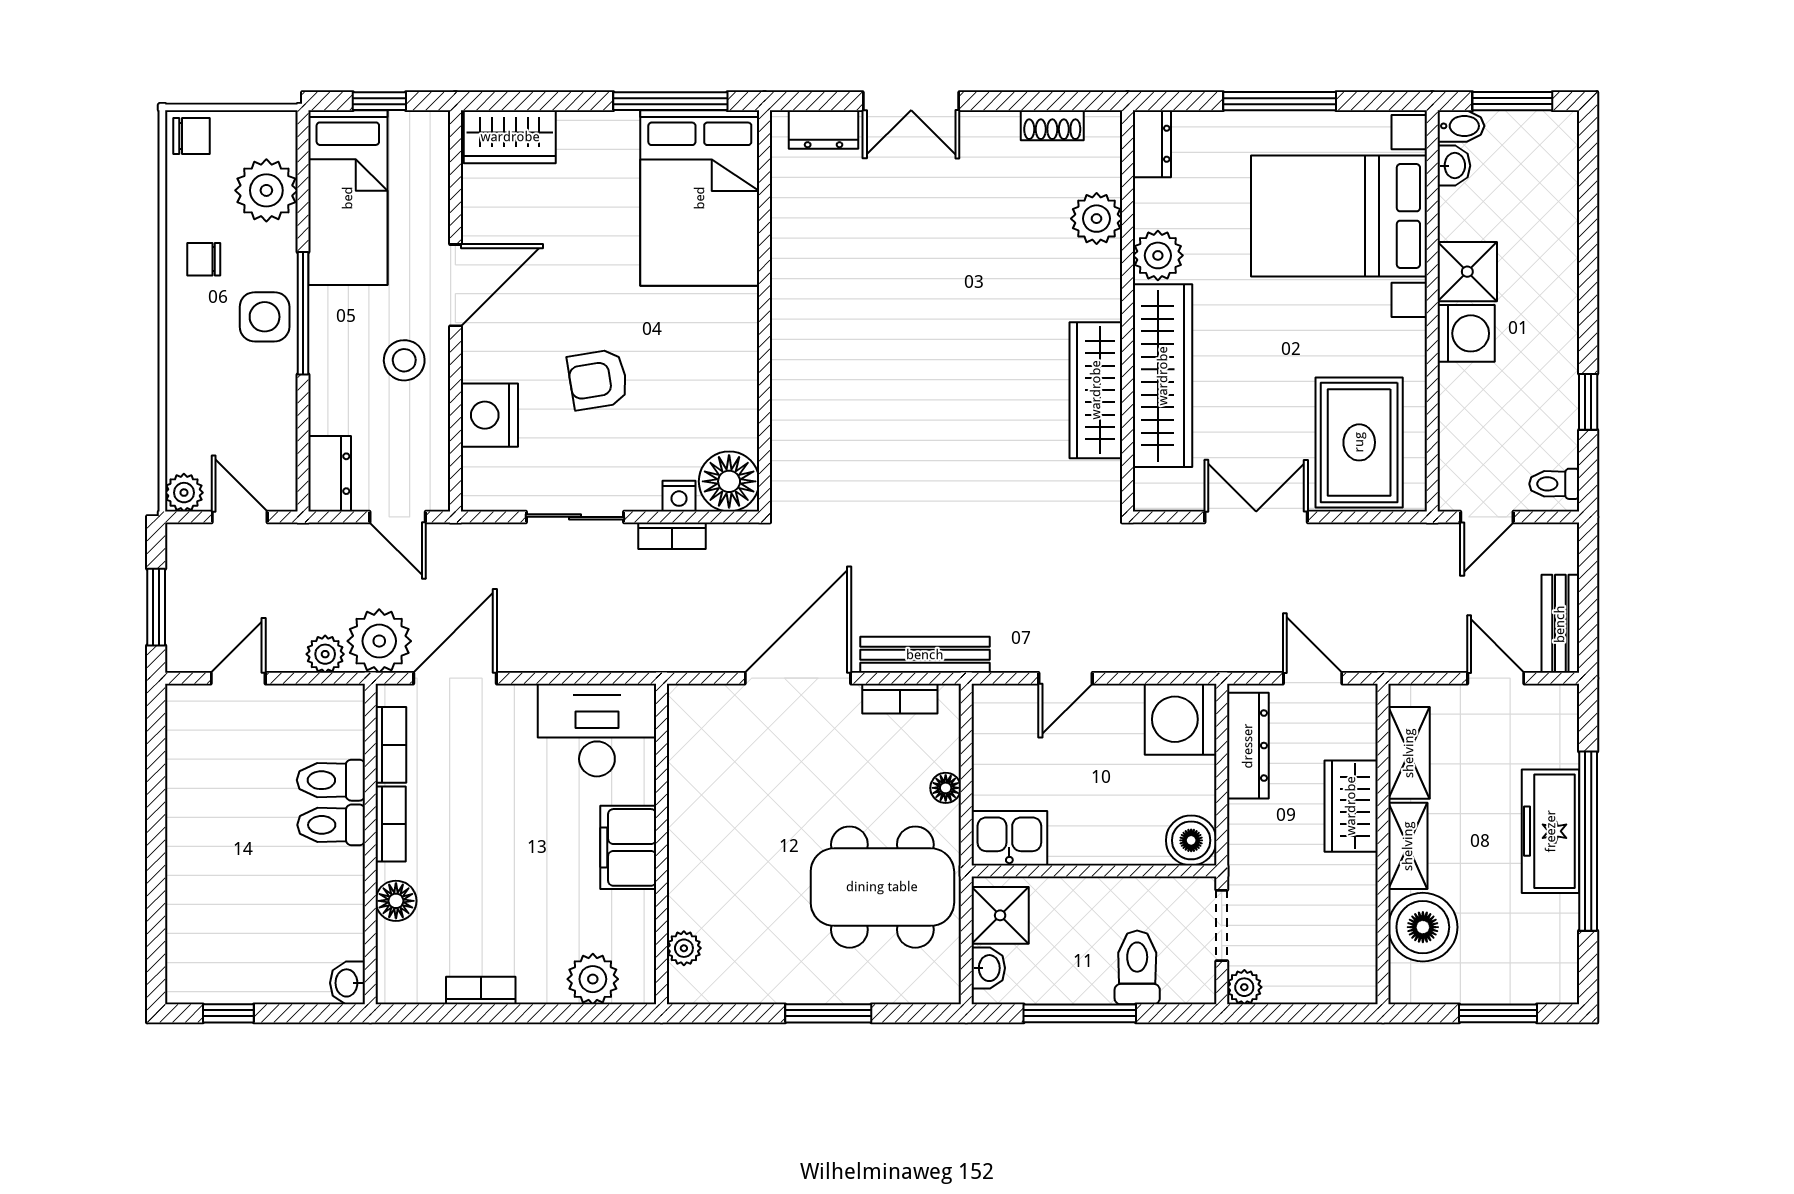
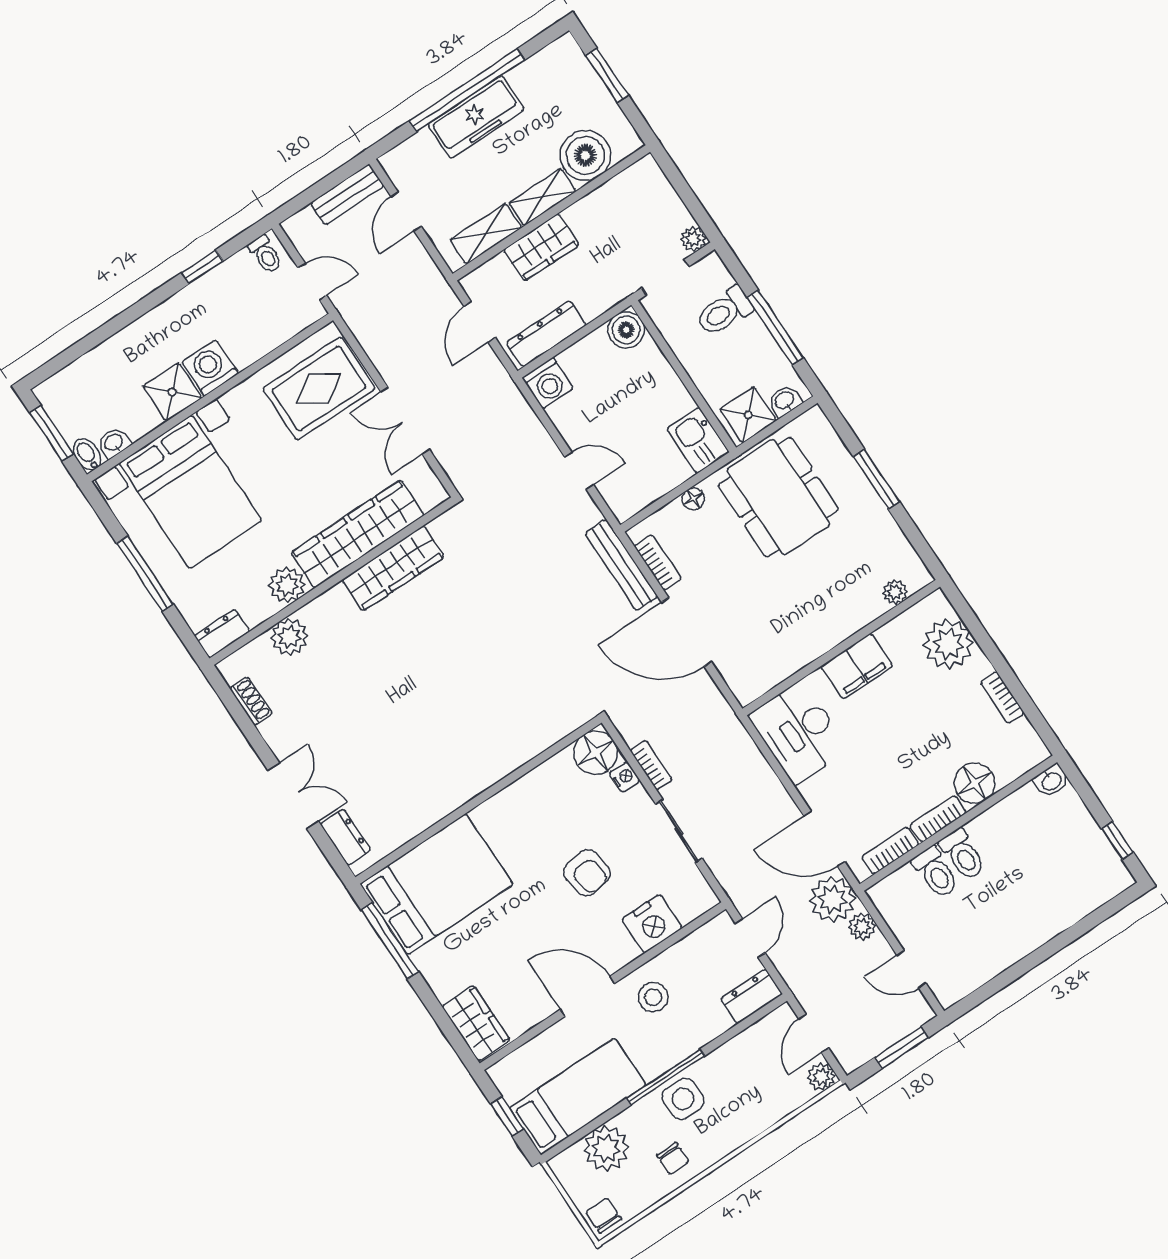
washing machine: (1181, 719) -> (548, 383), width x0.73, depth x0.73
floor lamp: (396, 901) -> (975, 783), width x1.38, depth x1.38
plant: (593, 979) -> (948, 644), width x1.36, depth x1.36

